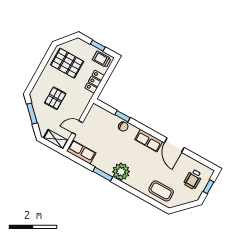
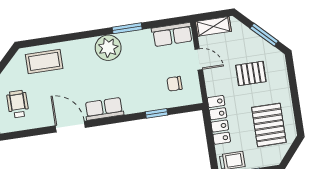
pallet: (67, 63) -> (269, 125), turned 90
locker: (95, 82) -> (219, 120), width x1.53
pallet: (55, 98) -> (251, 73), turned 90
chair: (123, 127) -> (174, 84), moved
door: (77, 128) -> (199, 59), hinge flipped

